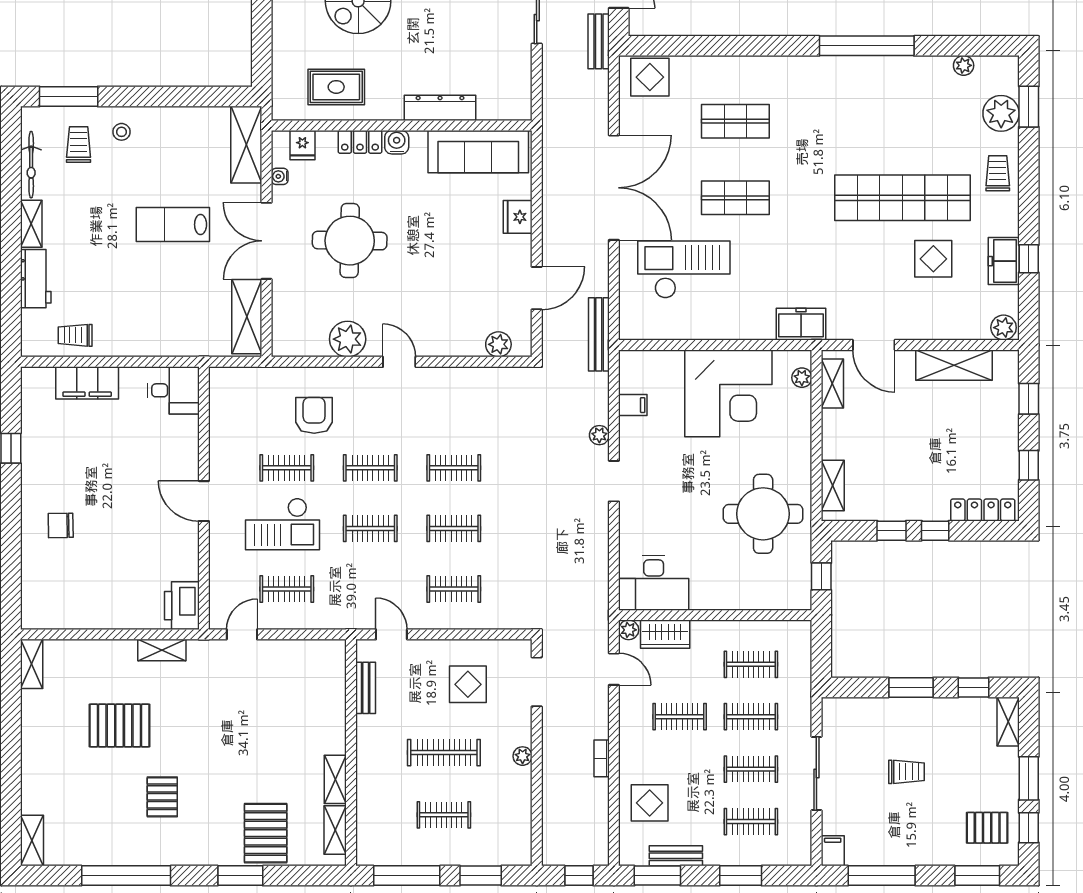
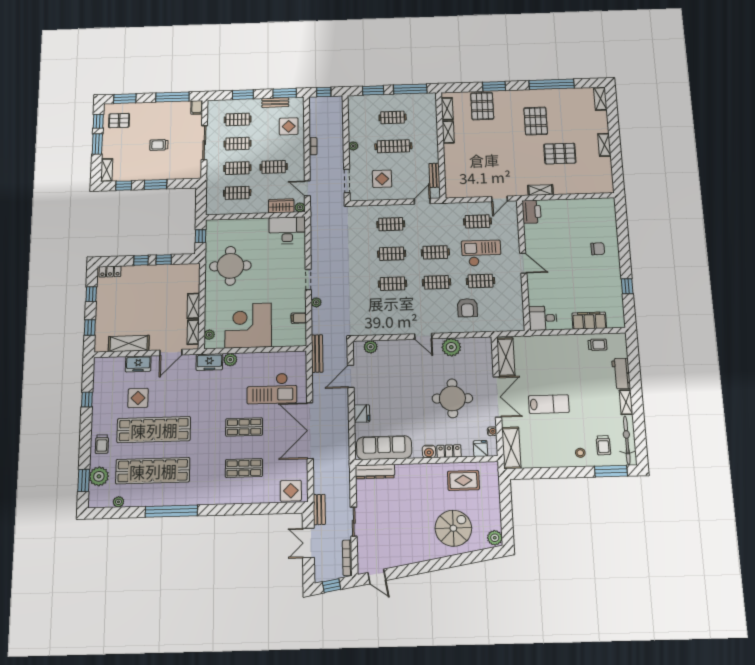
dresser: (440, 108) -> (375, 472), moved
shop shelf: (902, 121) -> (153, 471), added
bicycle: (31, 165) -> (627, 440), width x1.37, depth x1.40
freezer: (1004, 261) -> (138, 364), moved, turned 90
plant: (1004, 328) -> (230, 360), moved
door: (874, 345) -> (171, 352), swing flipped
shelving: (833, 485) -> (193, 306), moved
locker: (983, 510) -> (110, 272), width x0.66
door: (391, 634) -> (422, 201), swing flipped
shelving: (32, 664) -> (604, 145), moved
pallet: (162, 797) -> (536, 121), width x1.50, depth x1.42

